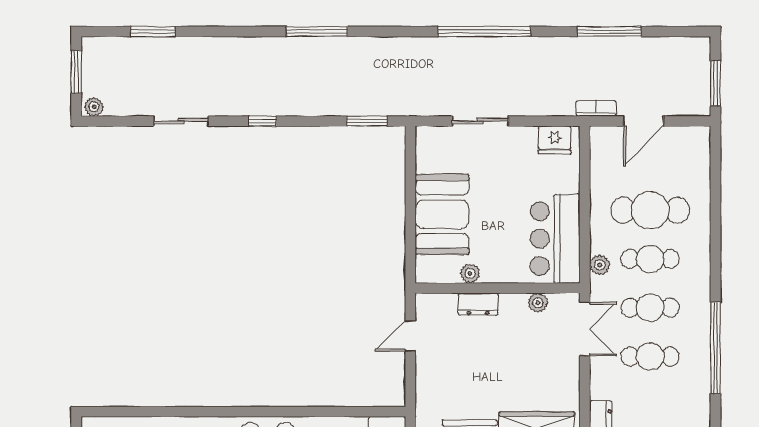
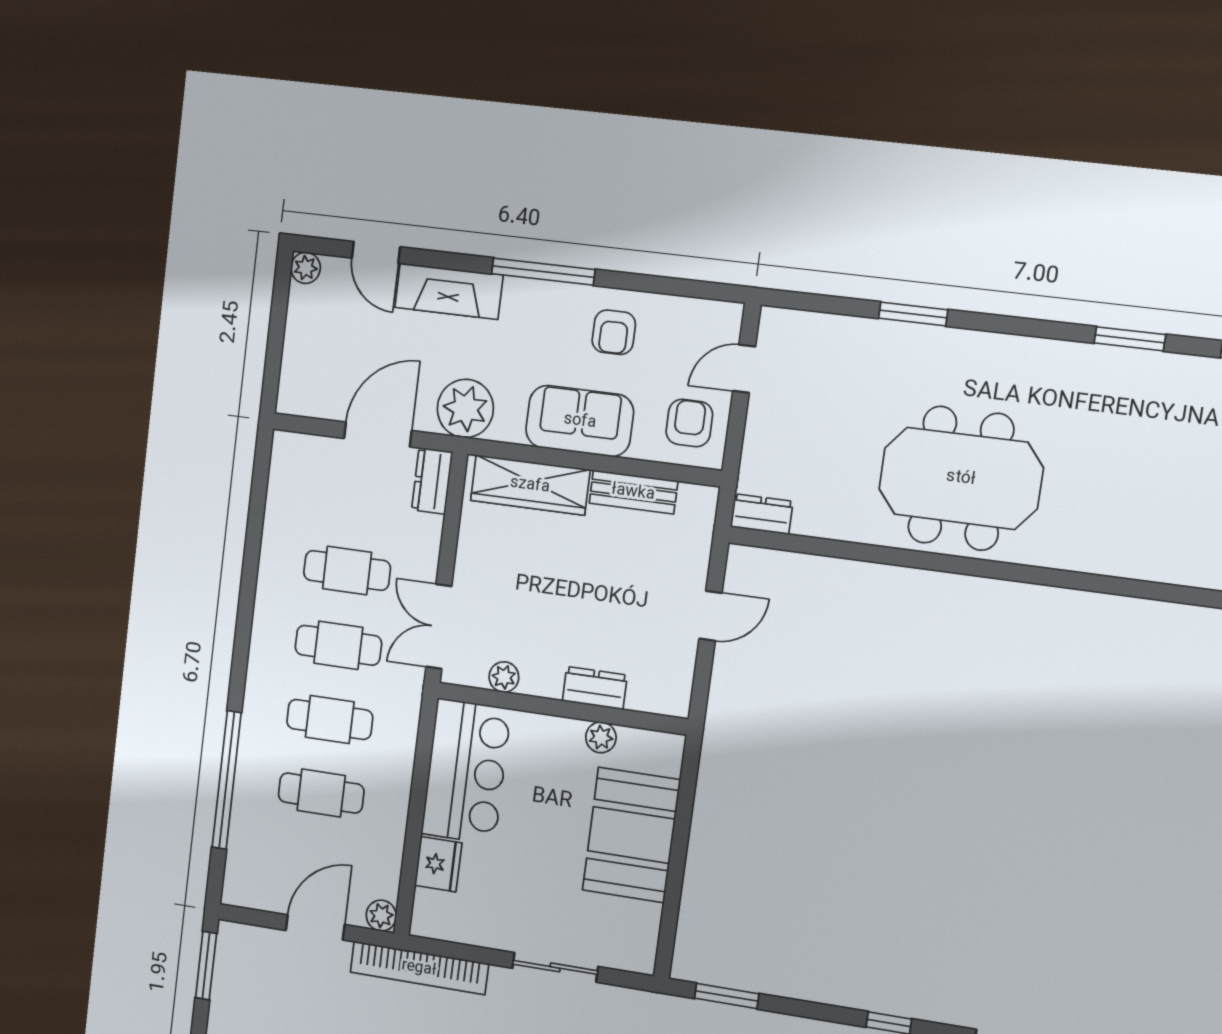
bookcase: (596, 108) -> (419, 968), width x2.31, depth x1.31
fridge: (555, 140) -> (438, 864), moved, turned 90
cafe table: (650, 210) -> (321, 793), width x0.73, depth x0.74
plant: (600, 265) -> (381, 916), moved
door: (410, 336) -> (711, 616), moved
window: (715, 348) -> (227, 780), moved

